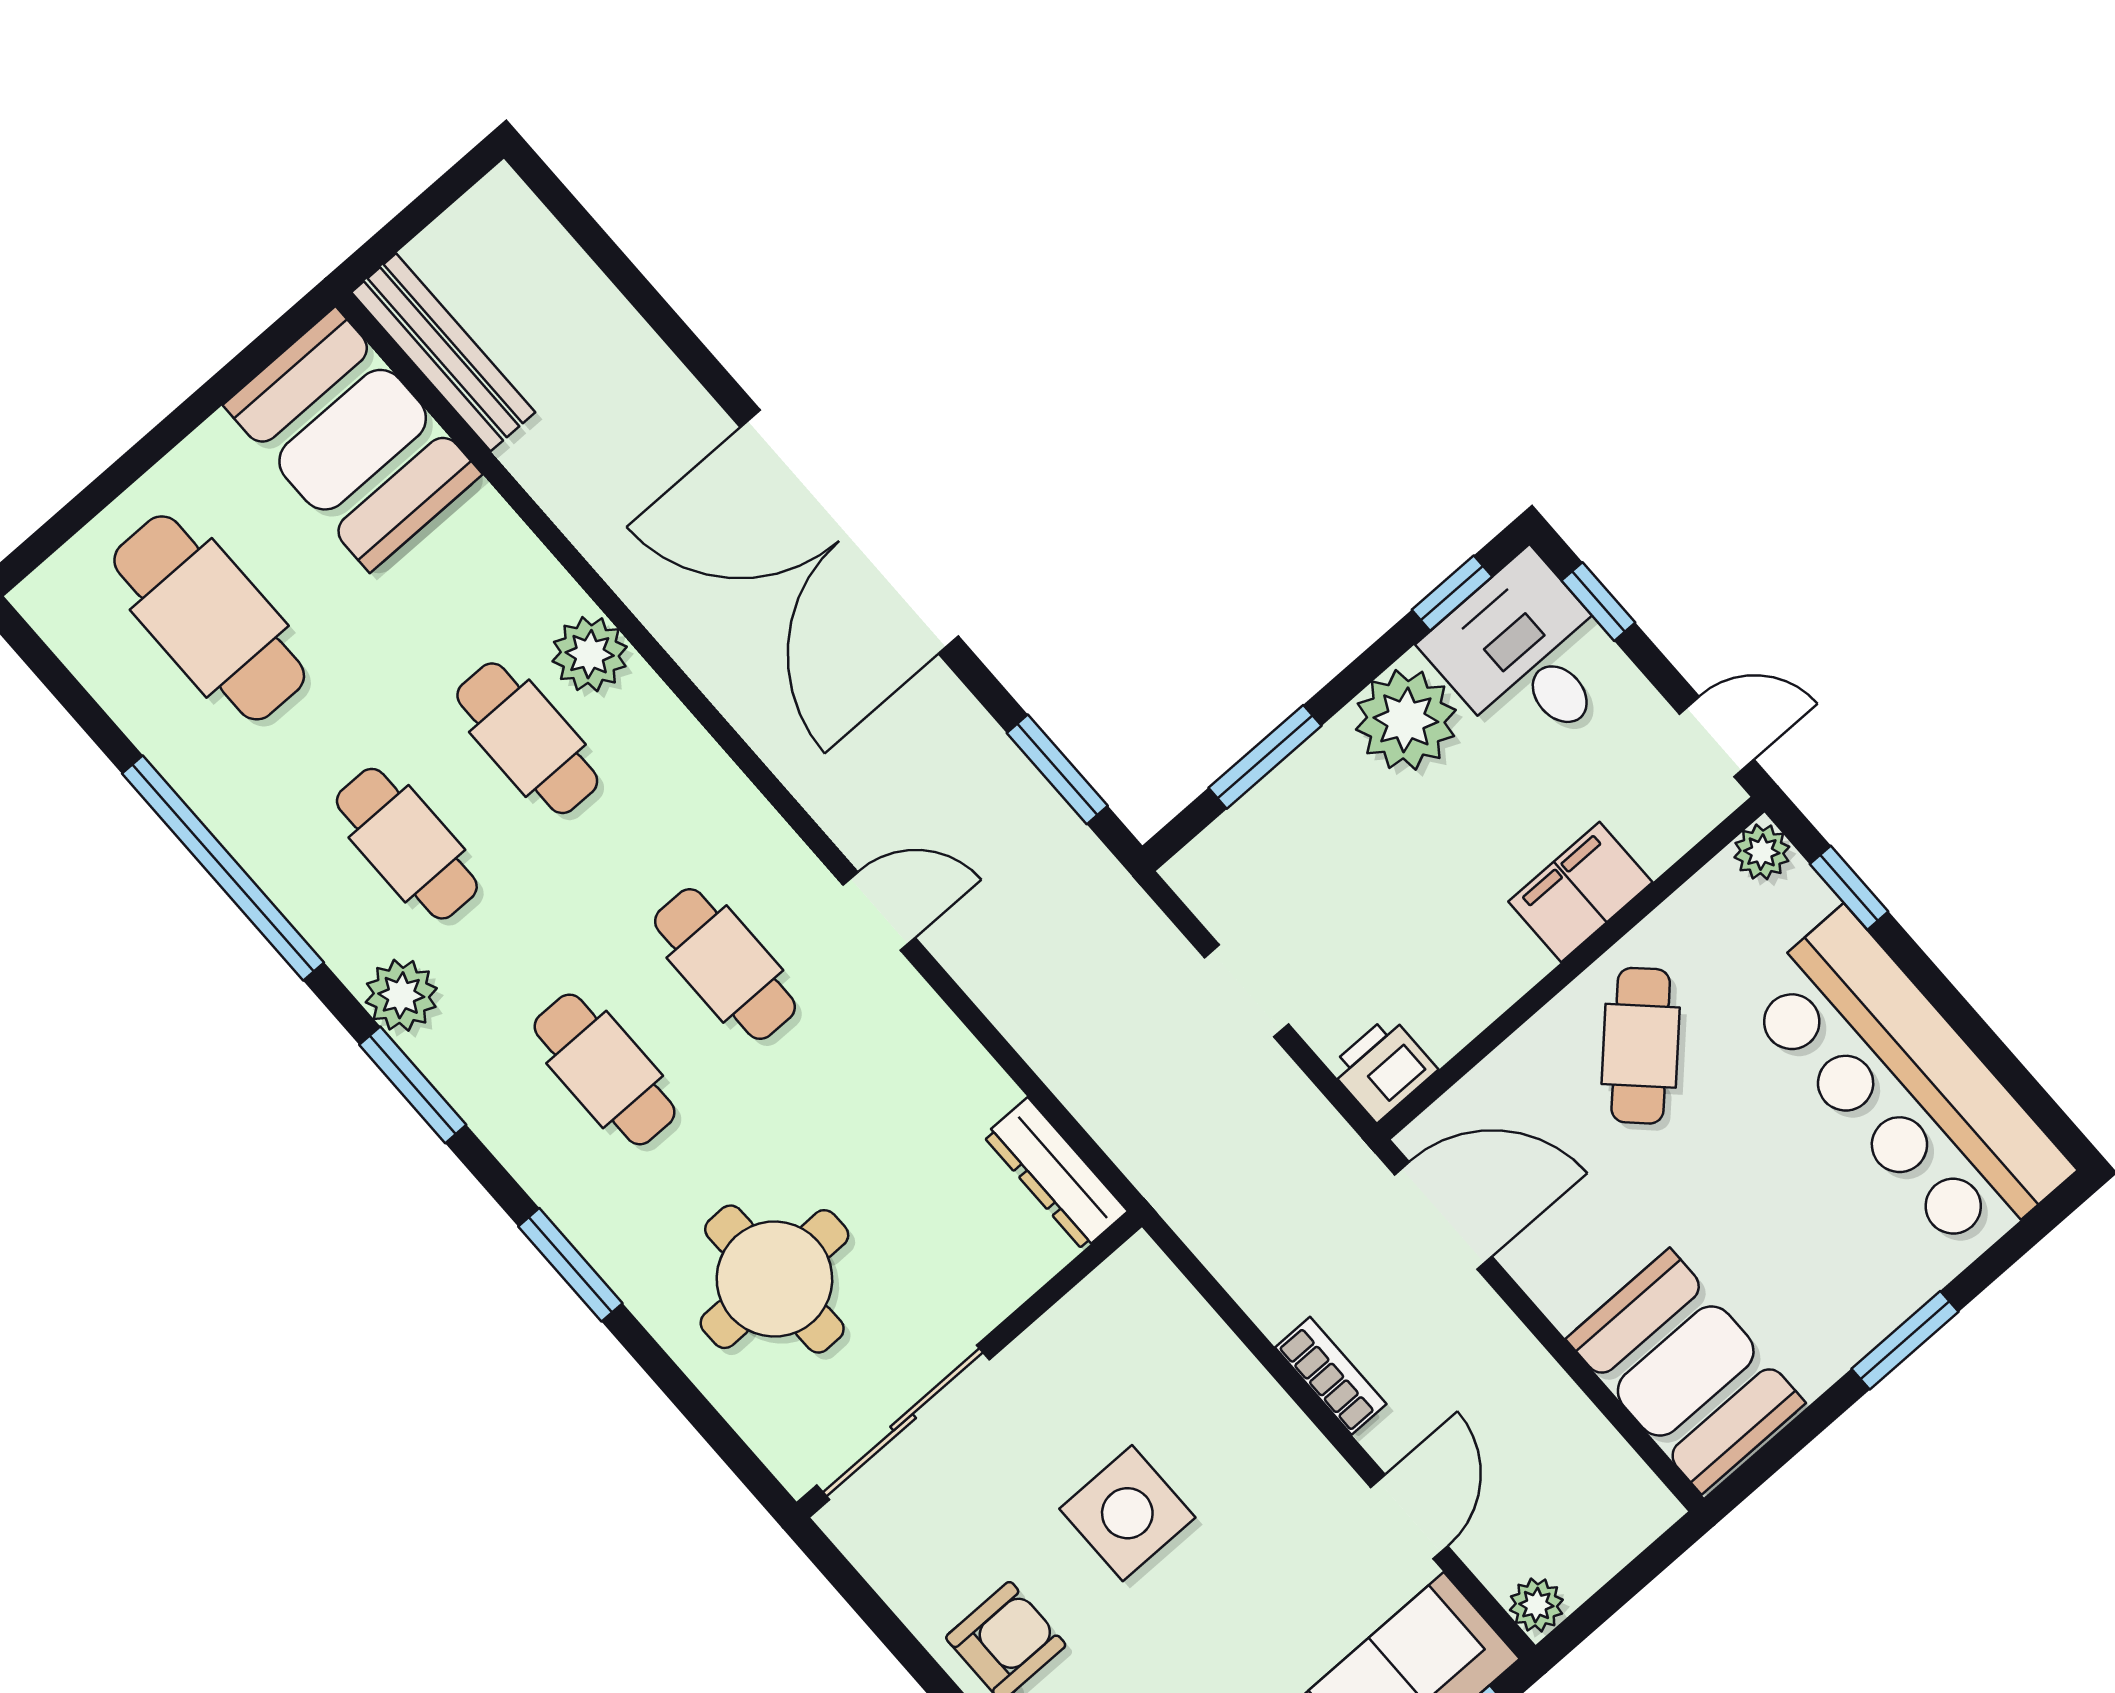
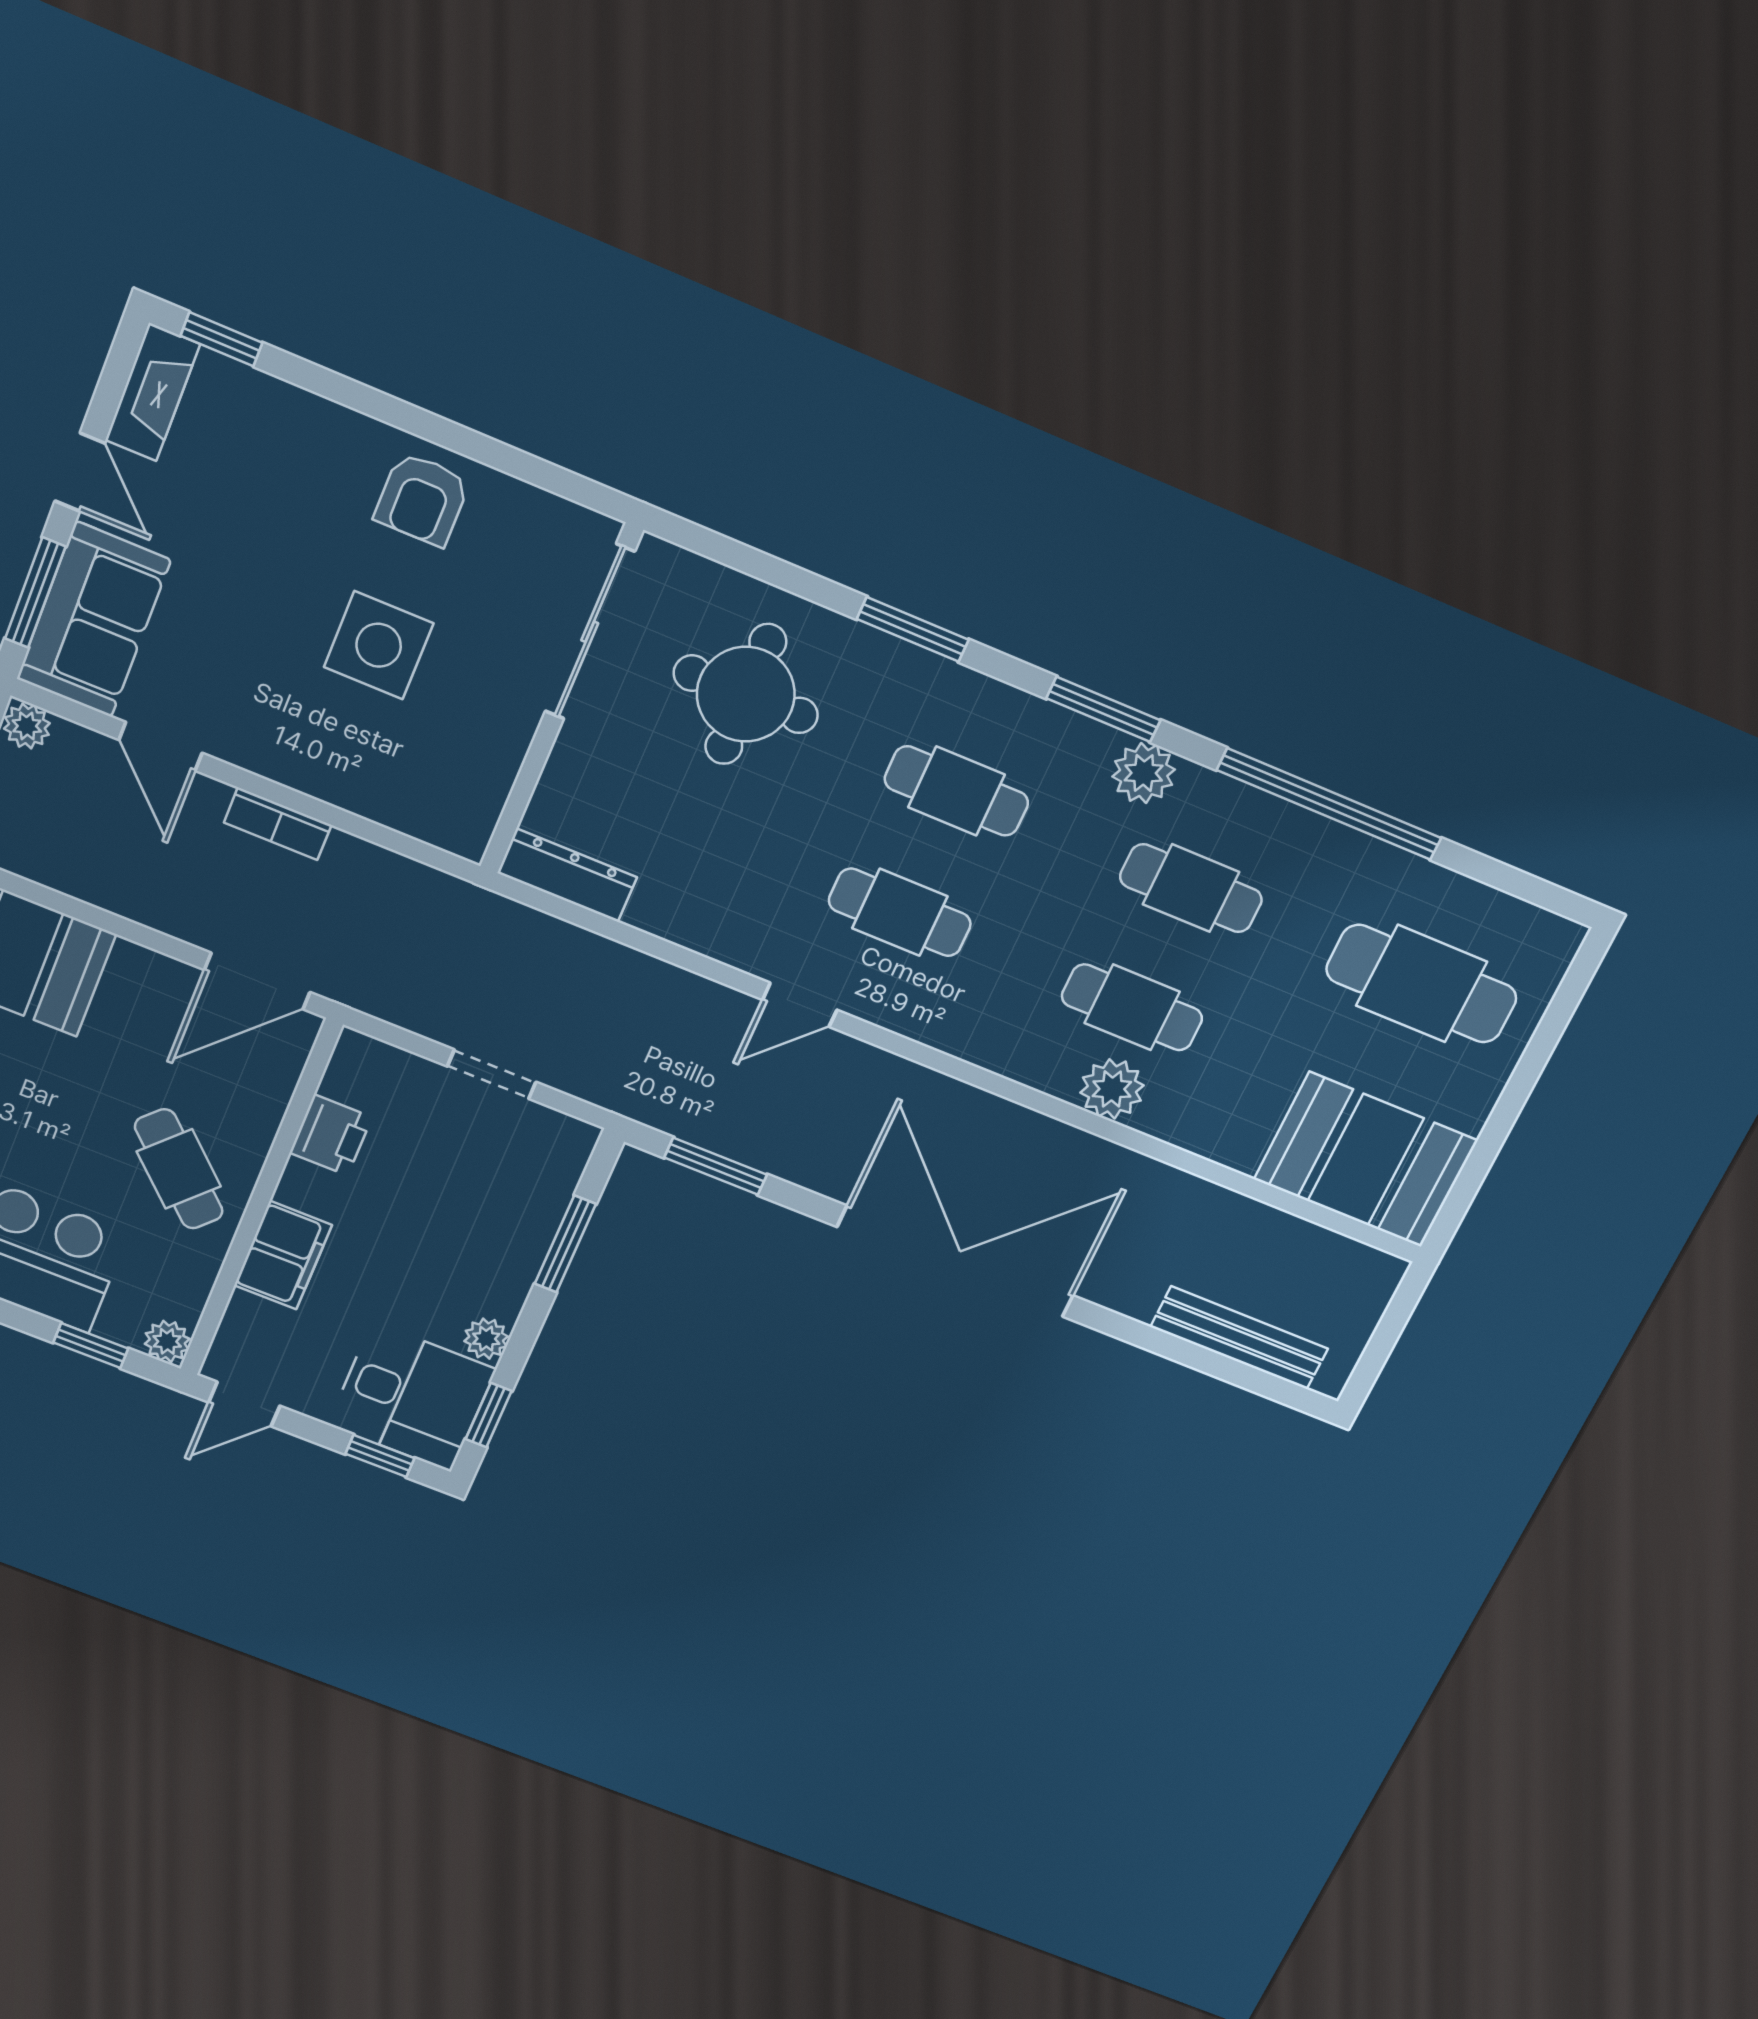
bench: (443, 352) -> (1239, 1338), moved
plant: (1406, 720) -> (486, 1339), width x0.53, depth x0.53
printer: (1383, 1069) -> (331, 1135), moved

